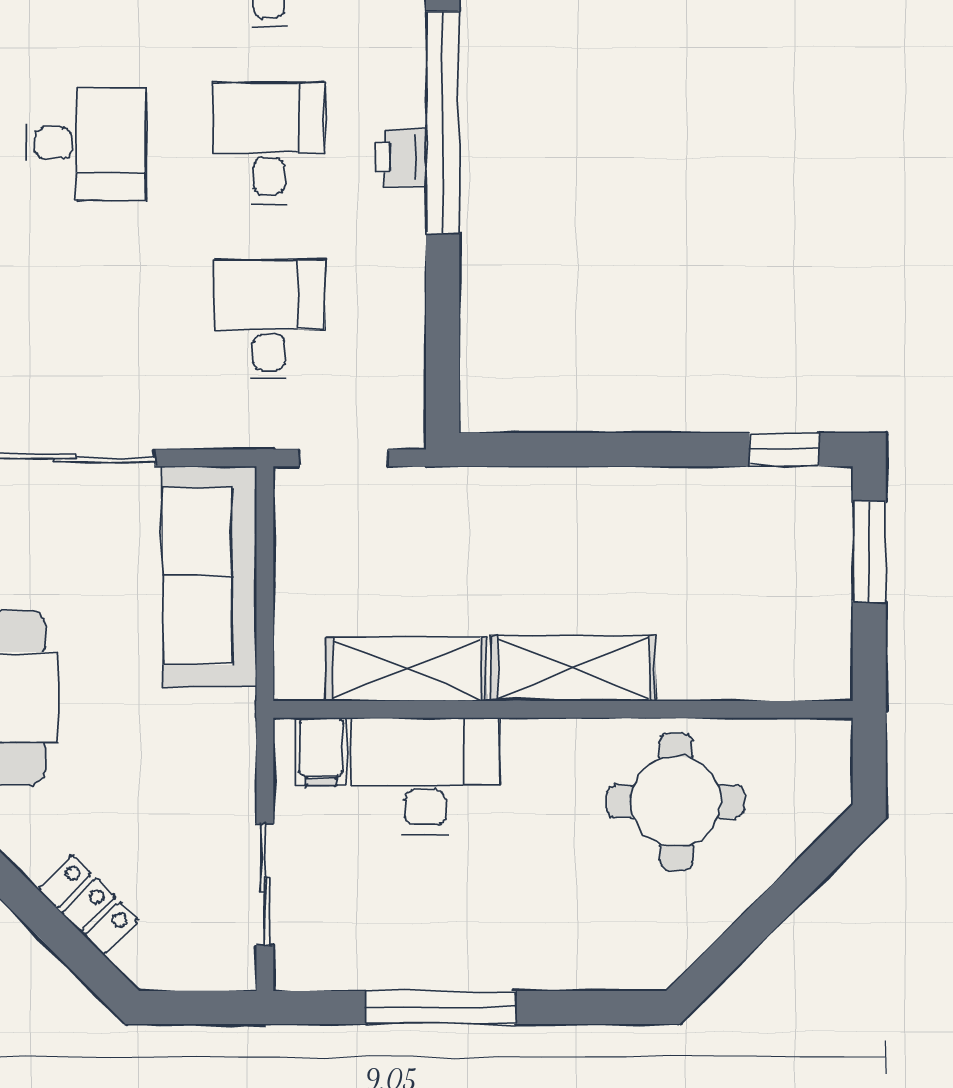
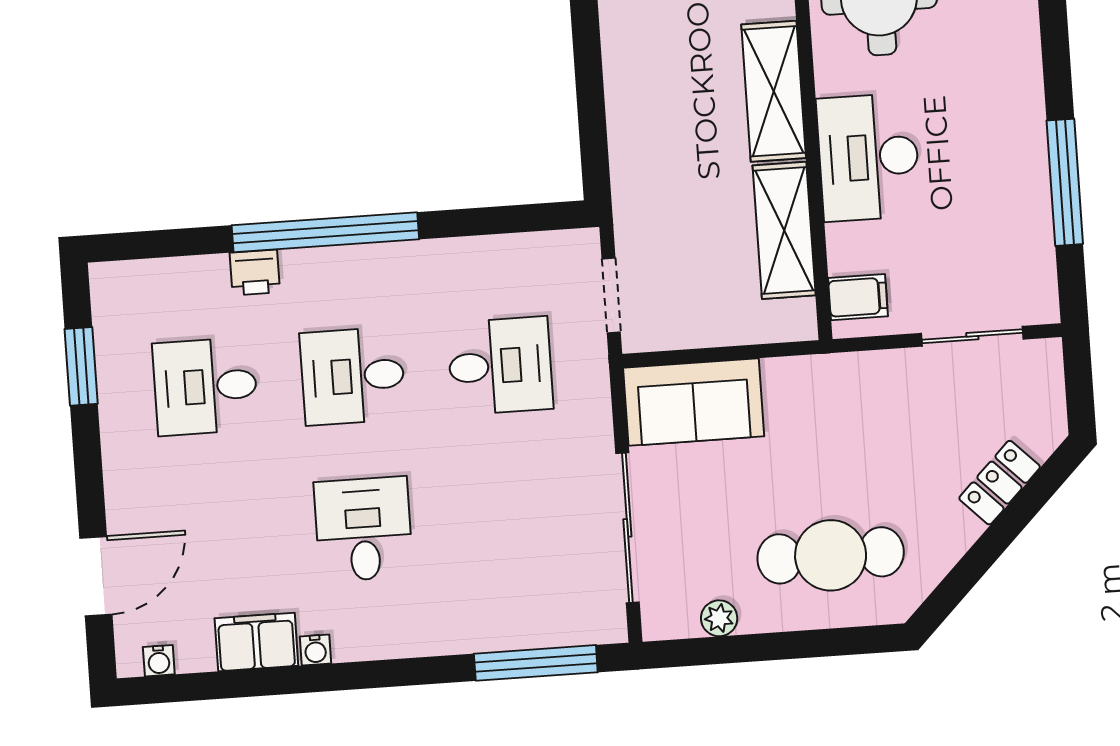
printer: (401, 157) -> (255, 273), moved
desk: (269, 320) -> (500, 366), turned 180
sofa: (210, 576) -> (694, 402), width x0.73
desk: (425, 776) -> (869, 157), moved

